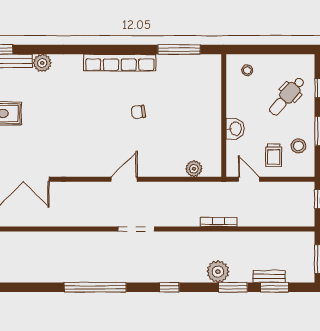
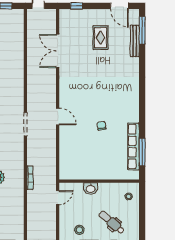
plant: (42, 63) -> (133, 63), removed
row of seats: (120, 63) -> (134, 146), moved
trolley: (274, 155) -> (73, 214), removed
plant: (194, 169) -> (65, 162), removed

